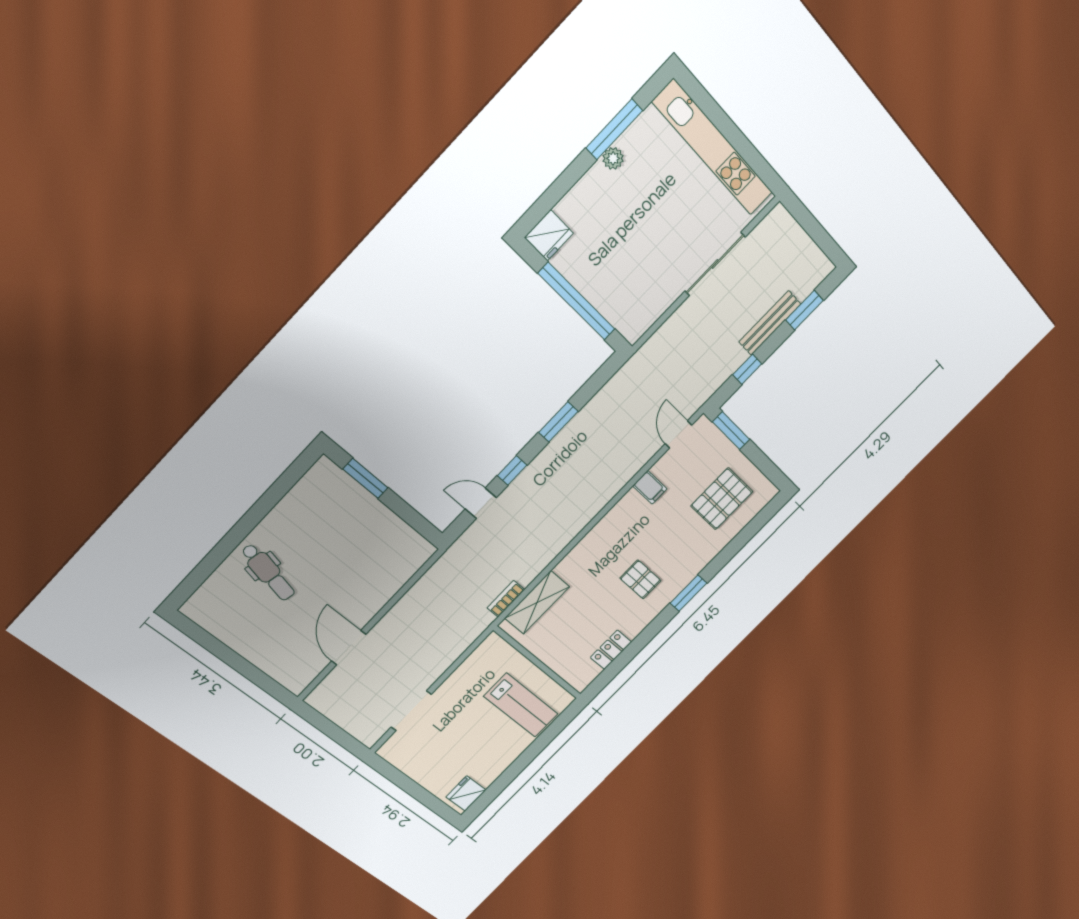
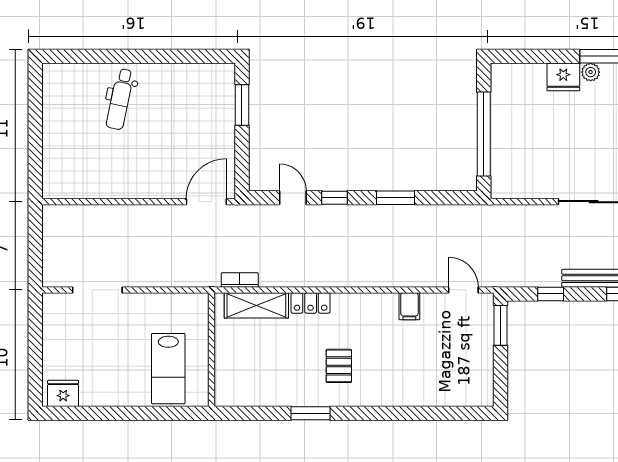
fridge: (549, 235) -> (563, 77), moved
door: (679, 434) -> (463, 290), hinge flipped
pallet: (722, 499) -> (449, 368), removed
window: (688, 593) -> (311, 413), moved
door: (349, 648) -> (206, 202), moved
locker: (611, 650) -> (311, 303), moved, turned 180

